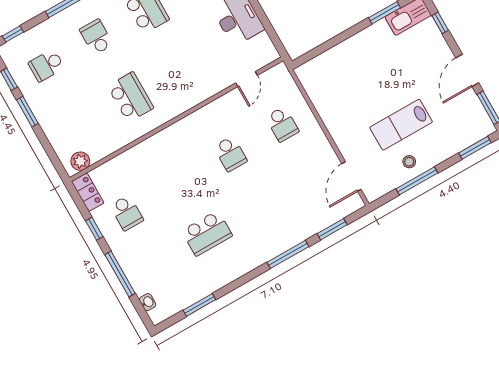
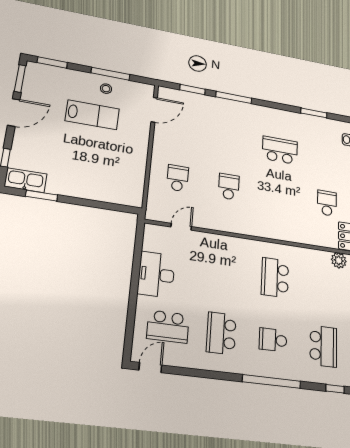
school desk: (96, 37) -> (273, 340), turned 90
school desk: (46, 65) -> (323, 346), width x1.85

